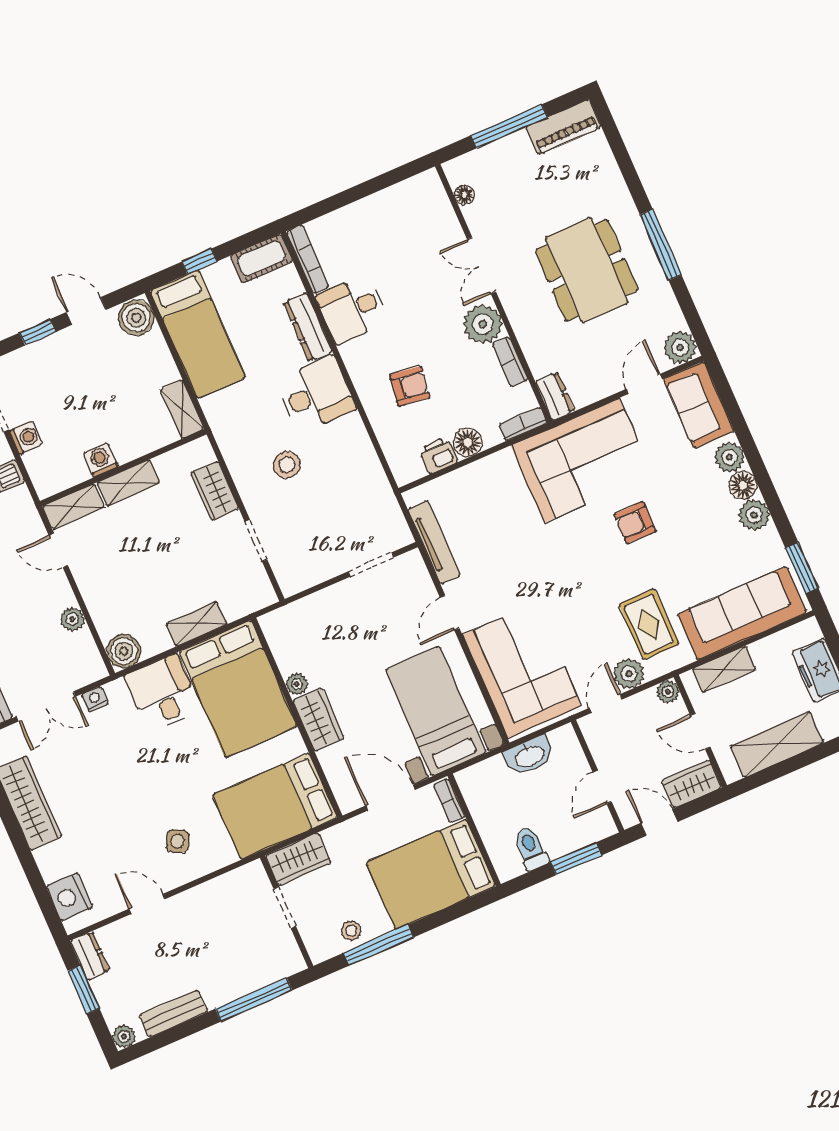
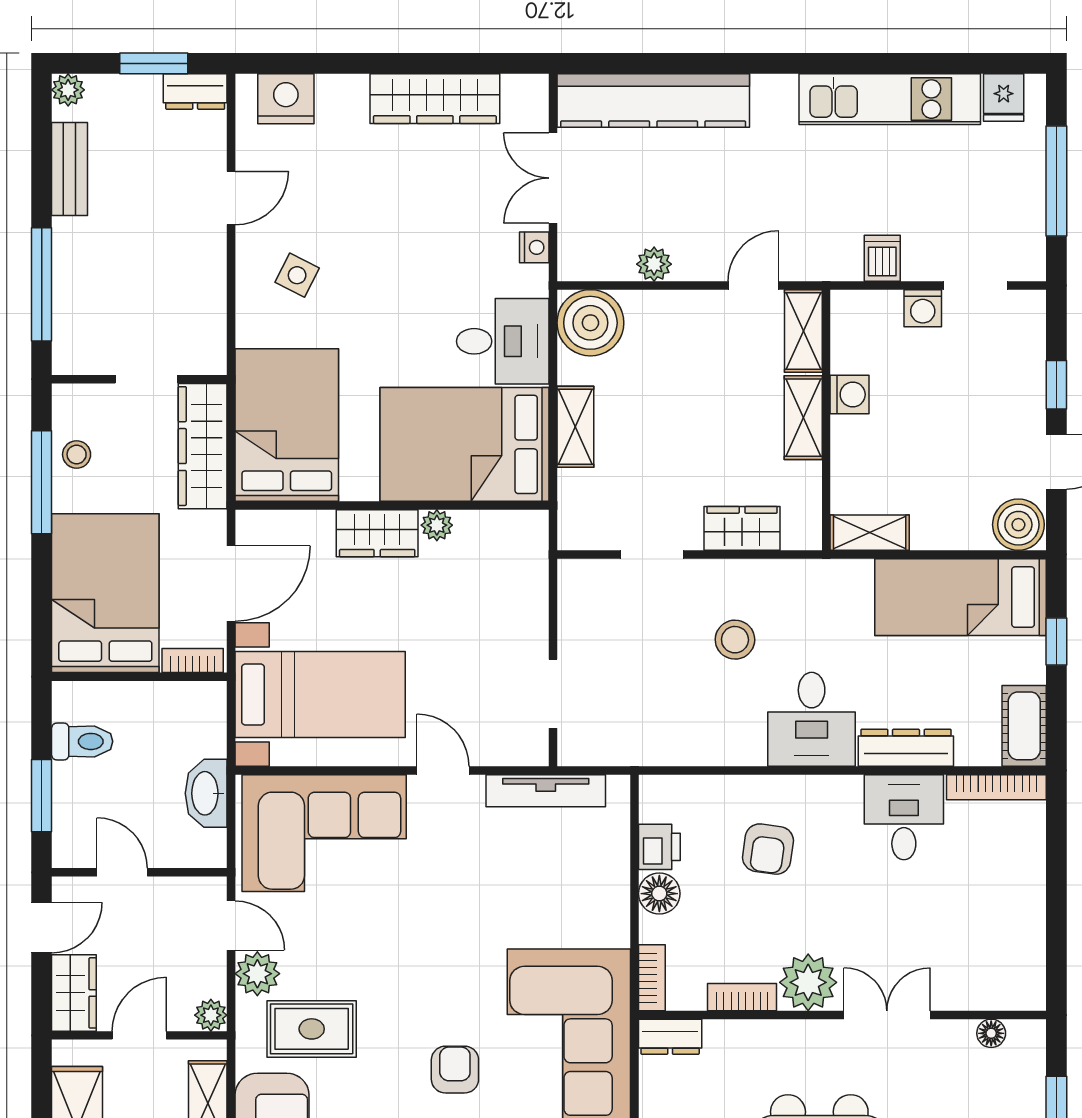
boiler: (124, 651) -> (590, 323), width x1.37, depth x1.37
wardrobe: (298, 859) -> (203, 446), width x1.50

